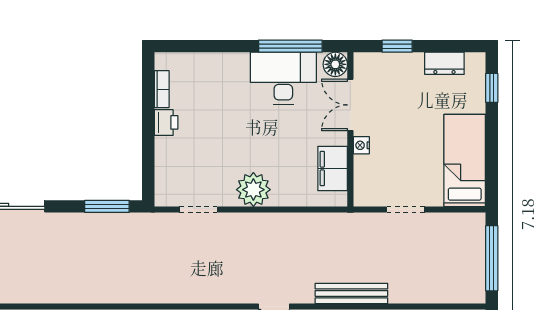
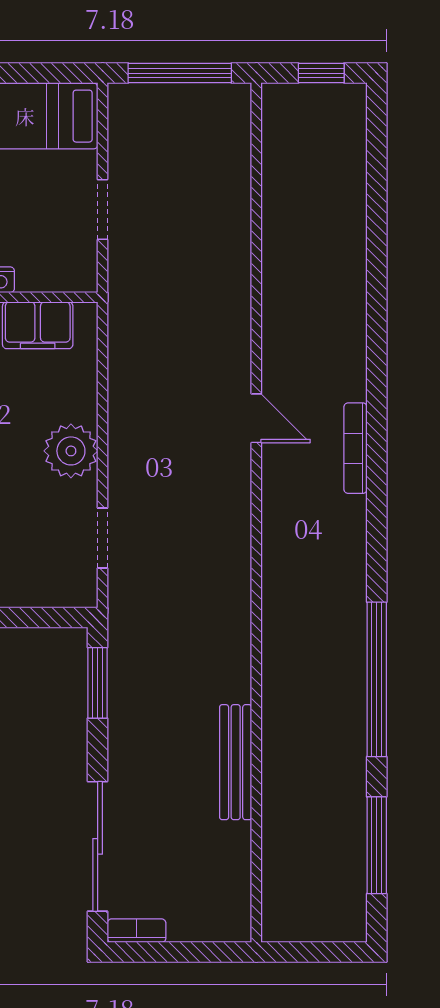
bench: (351, 293) -> (236, 762), moved

